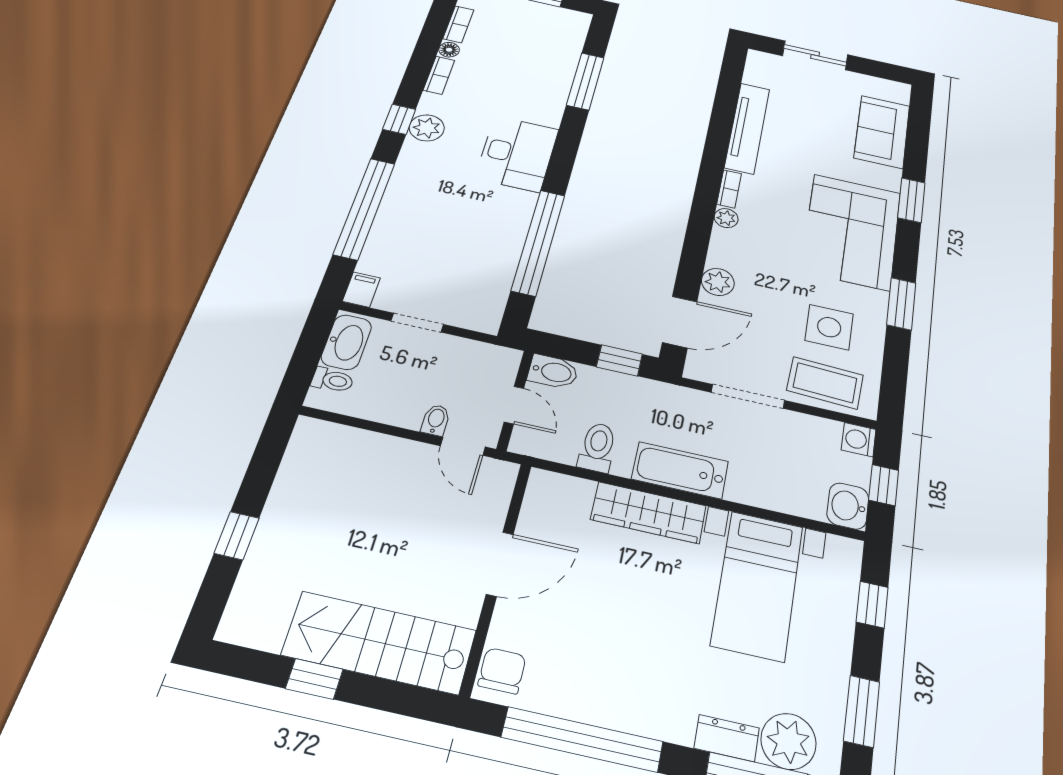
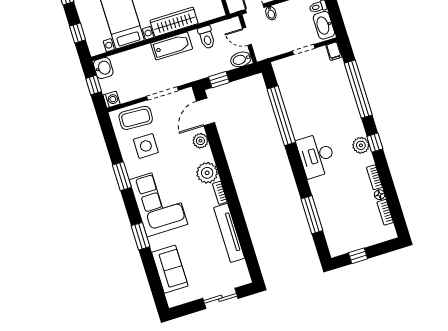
plant: (726, 218) -> (207, 173), width x1.88, depth x1.88

